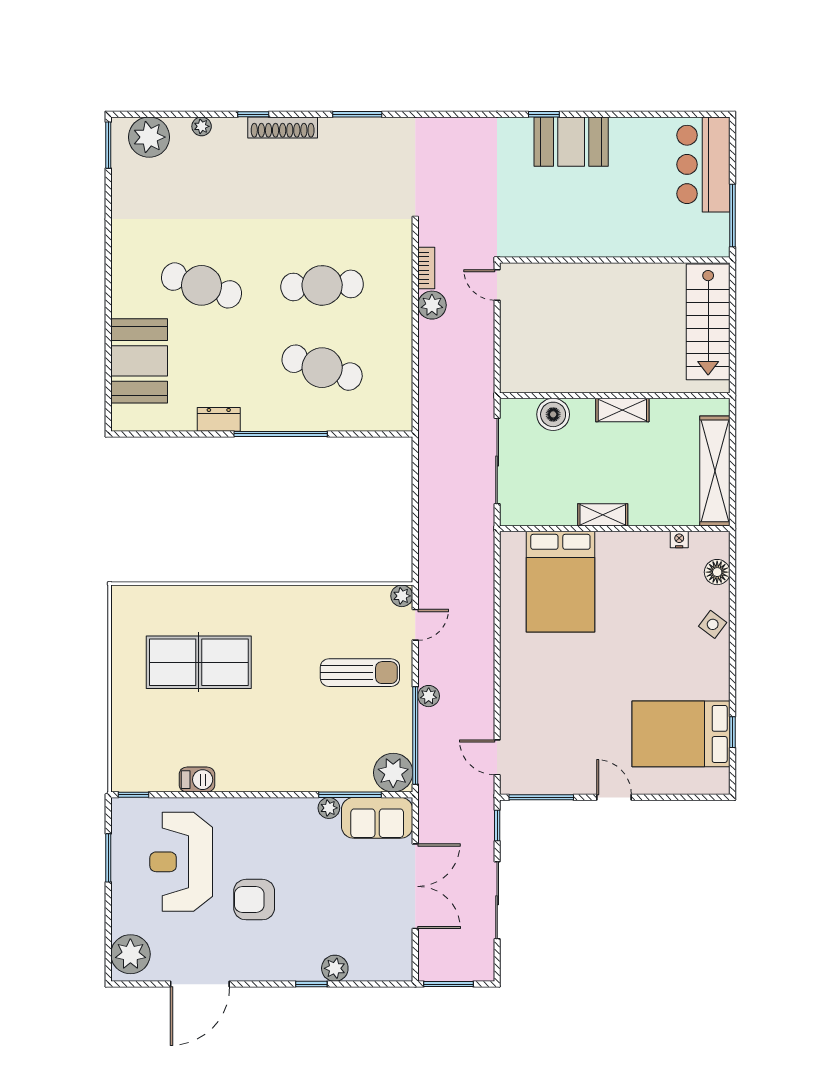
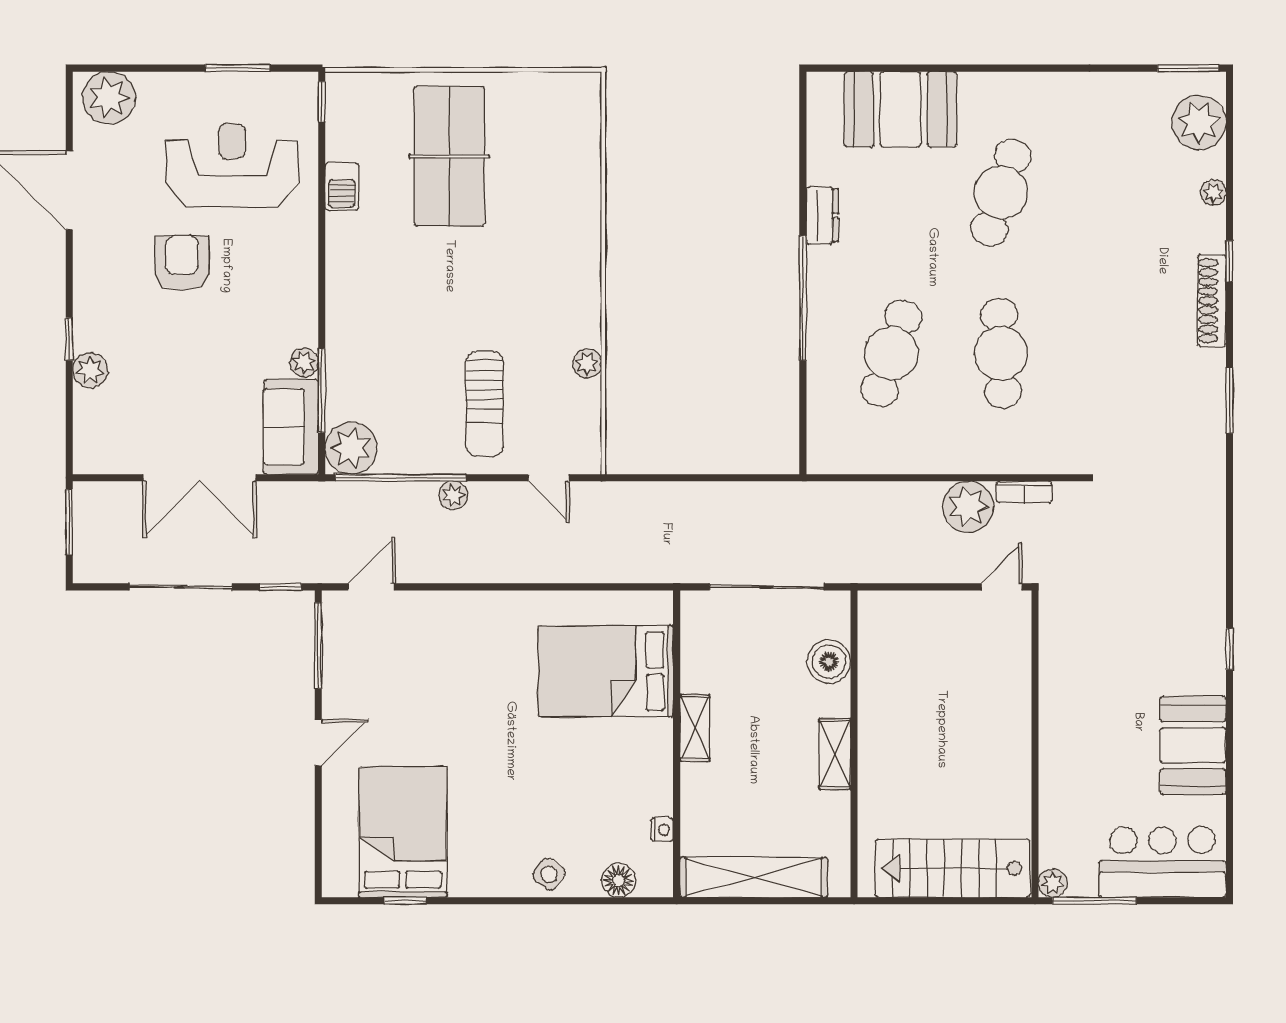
booth: (571, 142) -> (1193, 745), moved
plant: (719, 247) -> (1053, 883), added
plant: (432, 305) -> (968, 507), width x1.36, depth x1.36
plant: (402, 596) -> (587, 363), moved
table tennis table: (199, 662) -> (449, 156), moved

